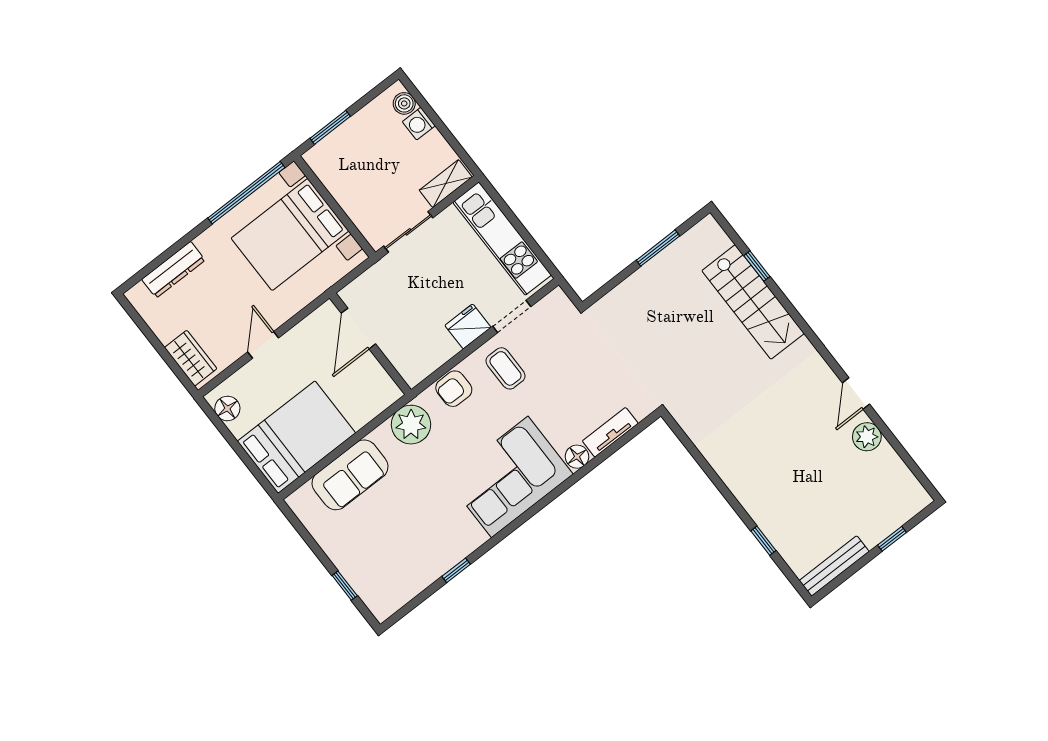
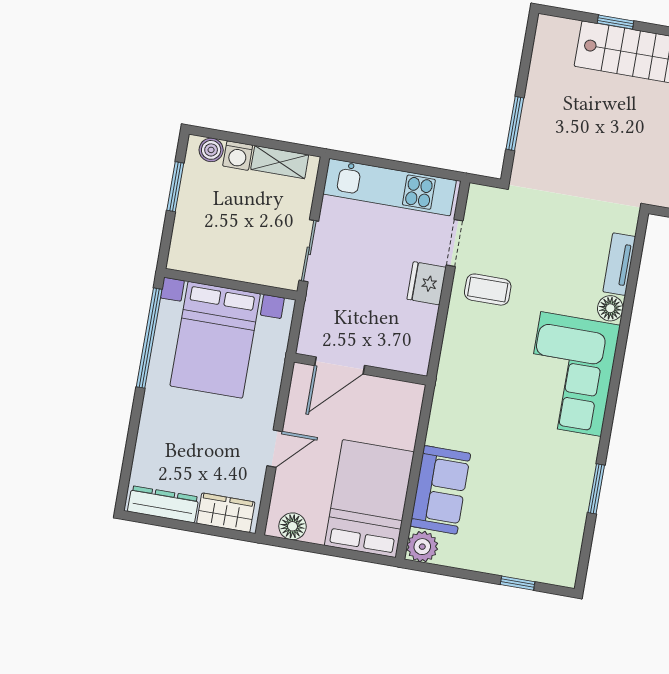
window: (330, 127) -> (175, 187), moved
shelving: (446, 184) -> (280, 162), moved, turned 90
window: (658, 248) -> (515, 124), moved
dresser: (173, 270) -> (163, 504), moved, turned -90
door: (358, 329) -> (340, 365), hinge flipped
door: (263, 345) -> (275, 449), swing flipped
armchair: (454, 389) -> (461, 344), removed
plant: (411, 425) -> (422, 547), moved, width x0.73, depth x0.73
window: (456, 570) -> (596, 489), width x1.50

